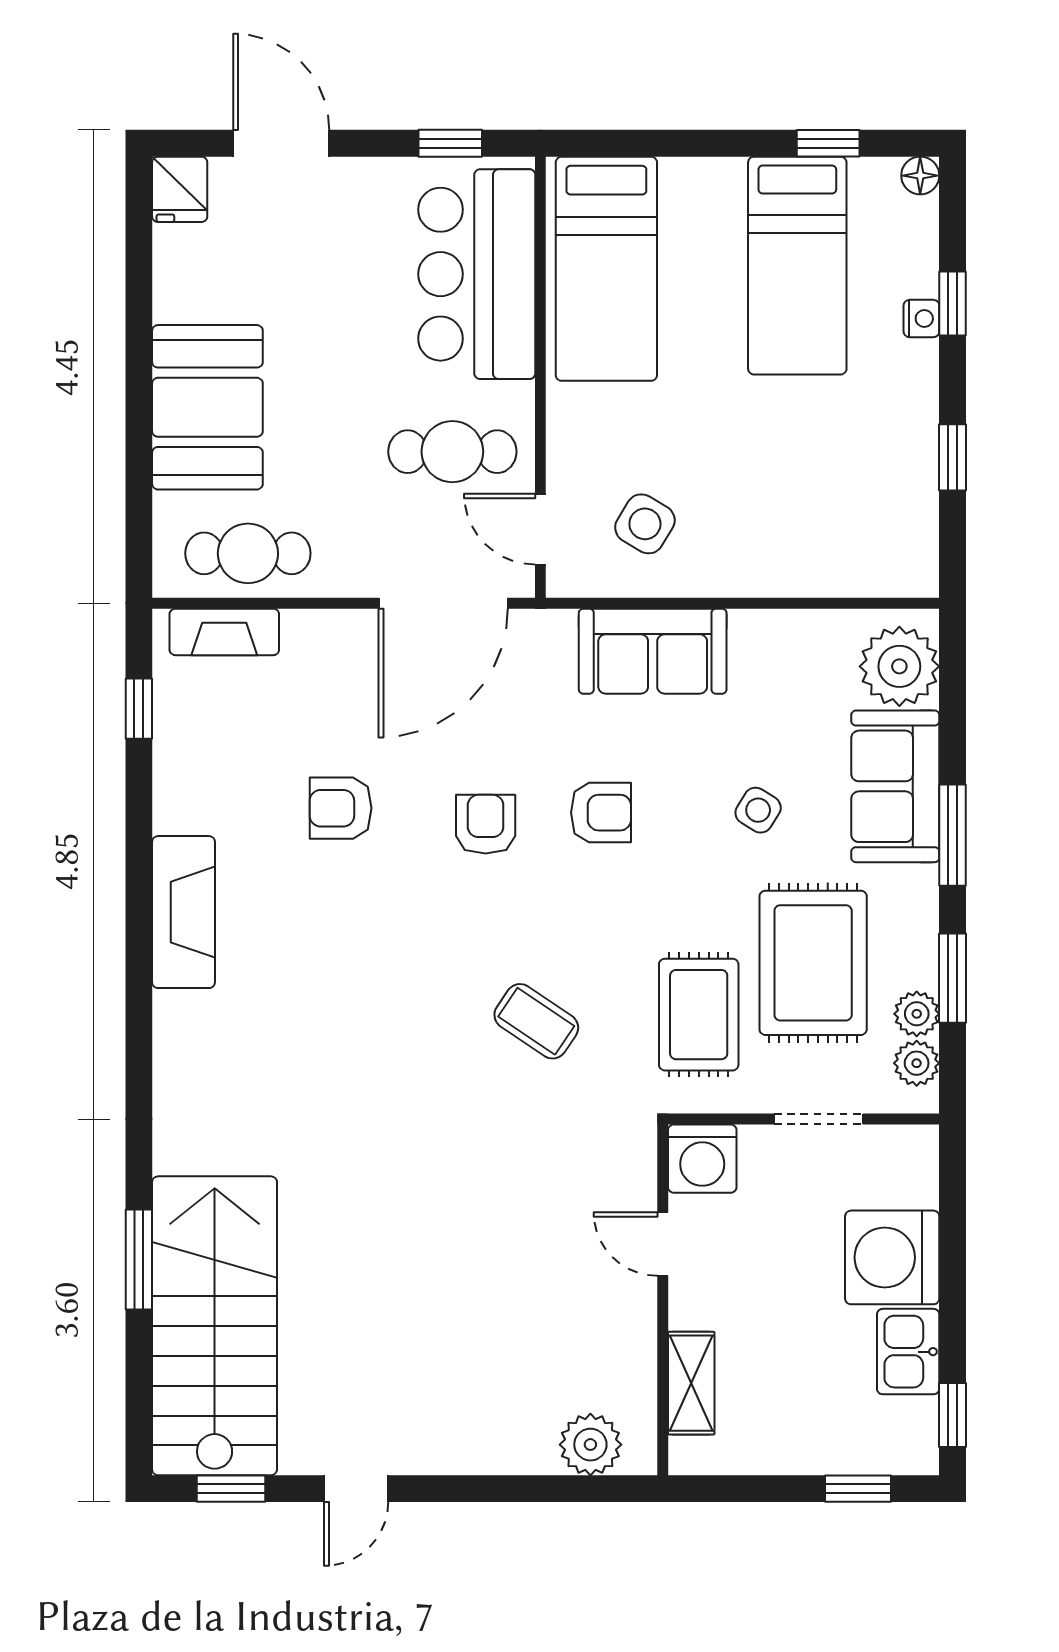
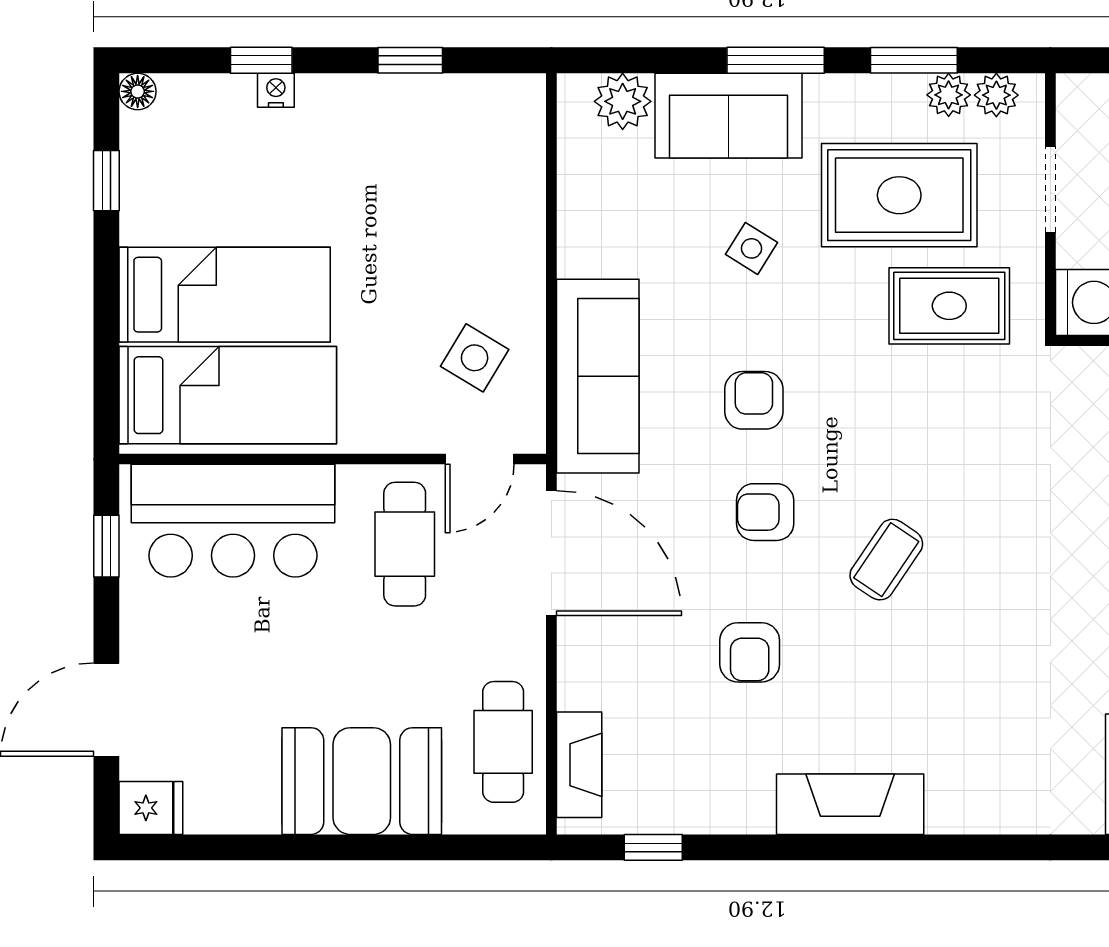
bed: (797, 266) -> (225, 295), moved
sofa: (653, 651) -> (598, 376), width x1.36
plant: (899, 666) -> (623, 101), width x0.73, depth x0.73
coffee table: (536, 1021) -> (886, 560), moved

